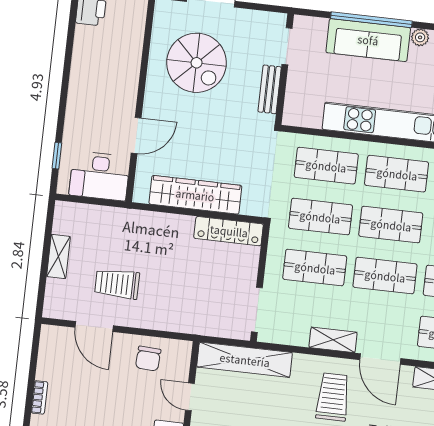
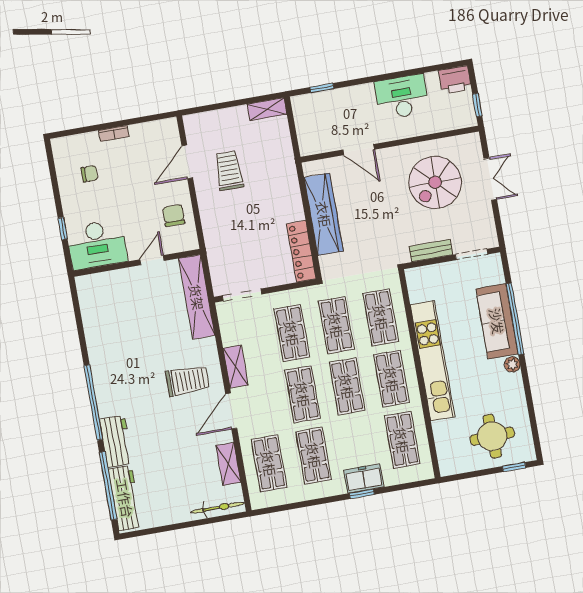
desk: (100, 176) -> (402, 97), moved, turned 90
shelving: (58, 257) -> (267, 109), moved
chair: (148, 359) -> (174, 215), turned 87

